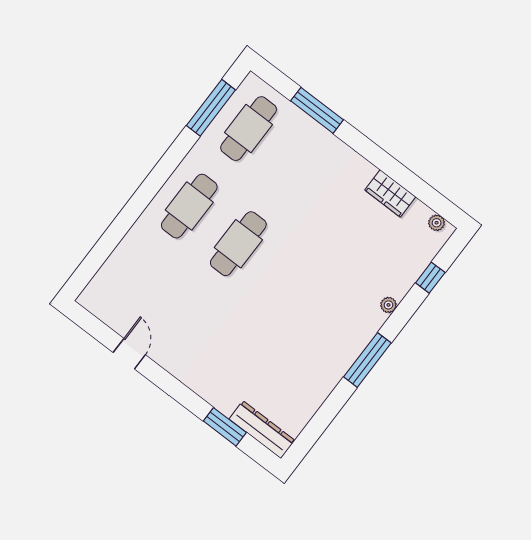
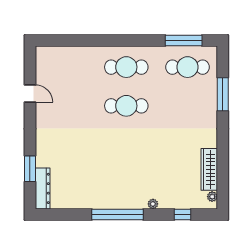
wardrobe: (390, 193) -> (209, 169), width x1.50
door: (129, 354) -> (30, 93), hinge flipped
window: (367, 360) -> (118, 214), width x1.46

